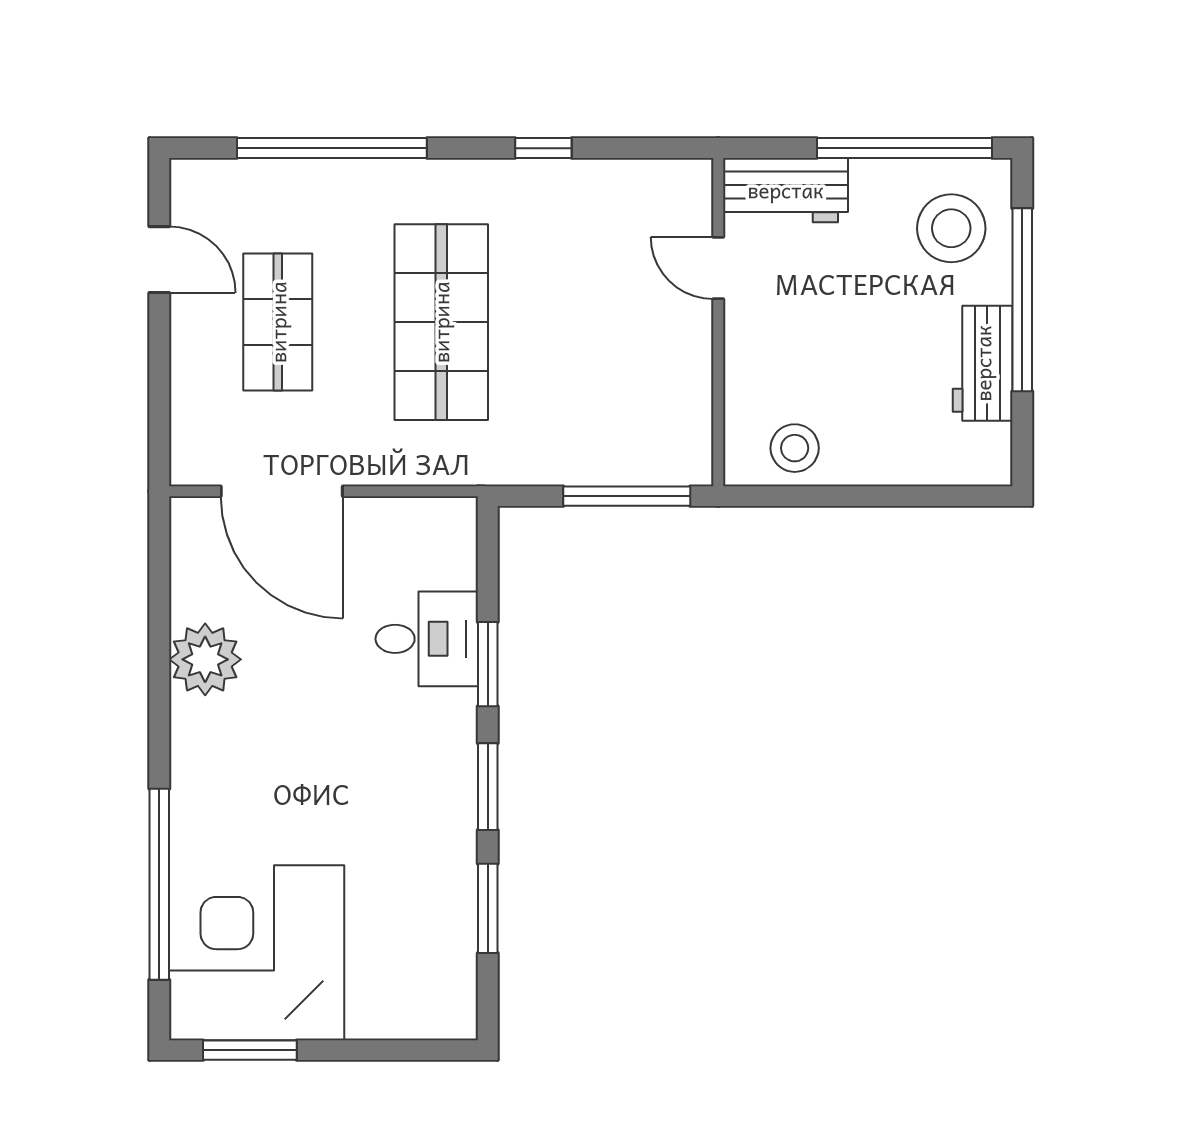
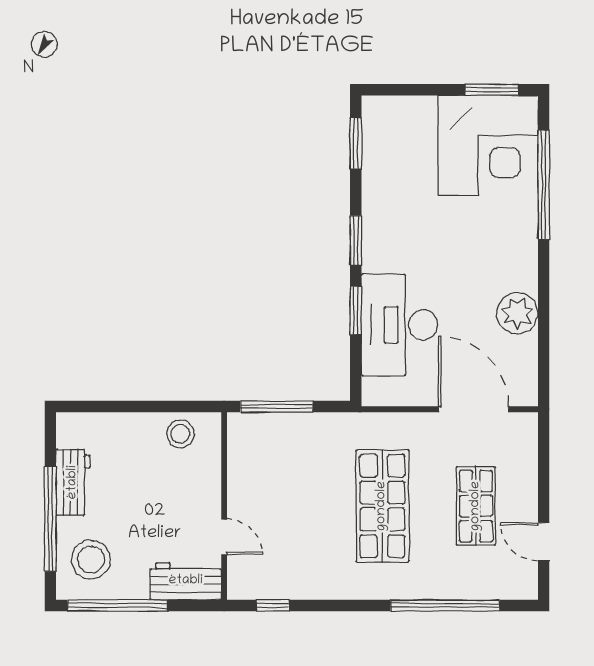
window: (543, 148) -> (273, 605), moved
desk: (427, 639) -> (399, 325), width x1.87, depth x1.30
window: (488, 908) -> (356, 144), moved

